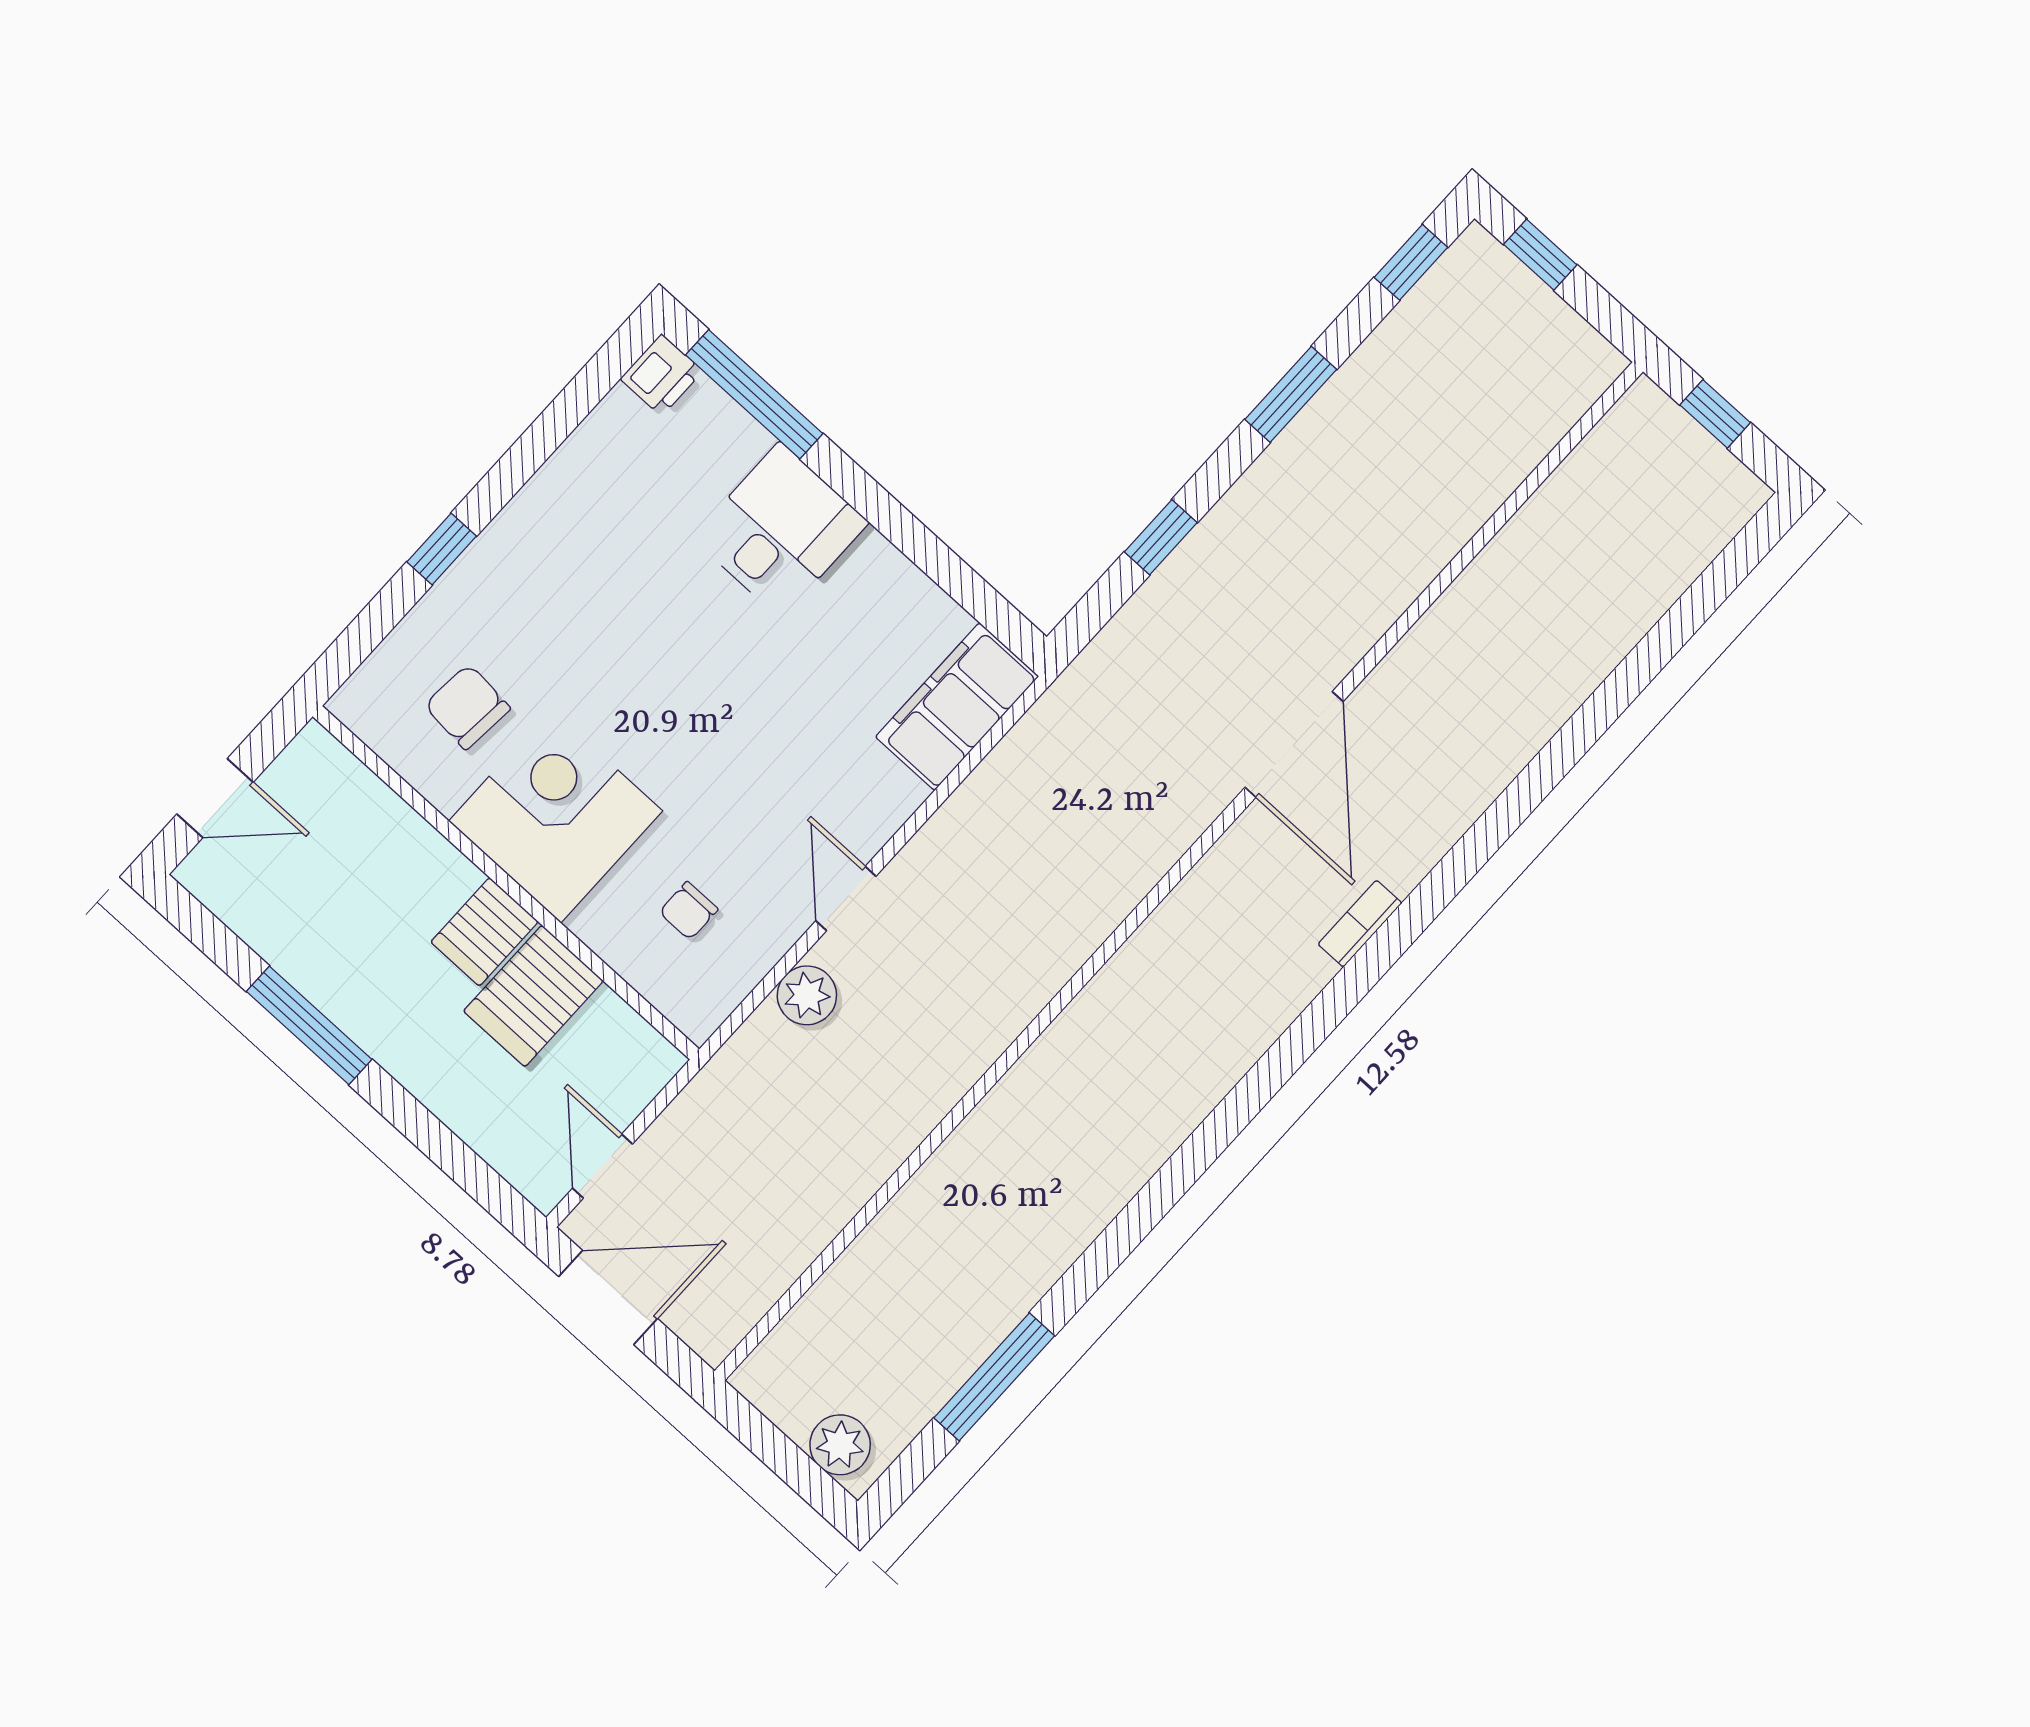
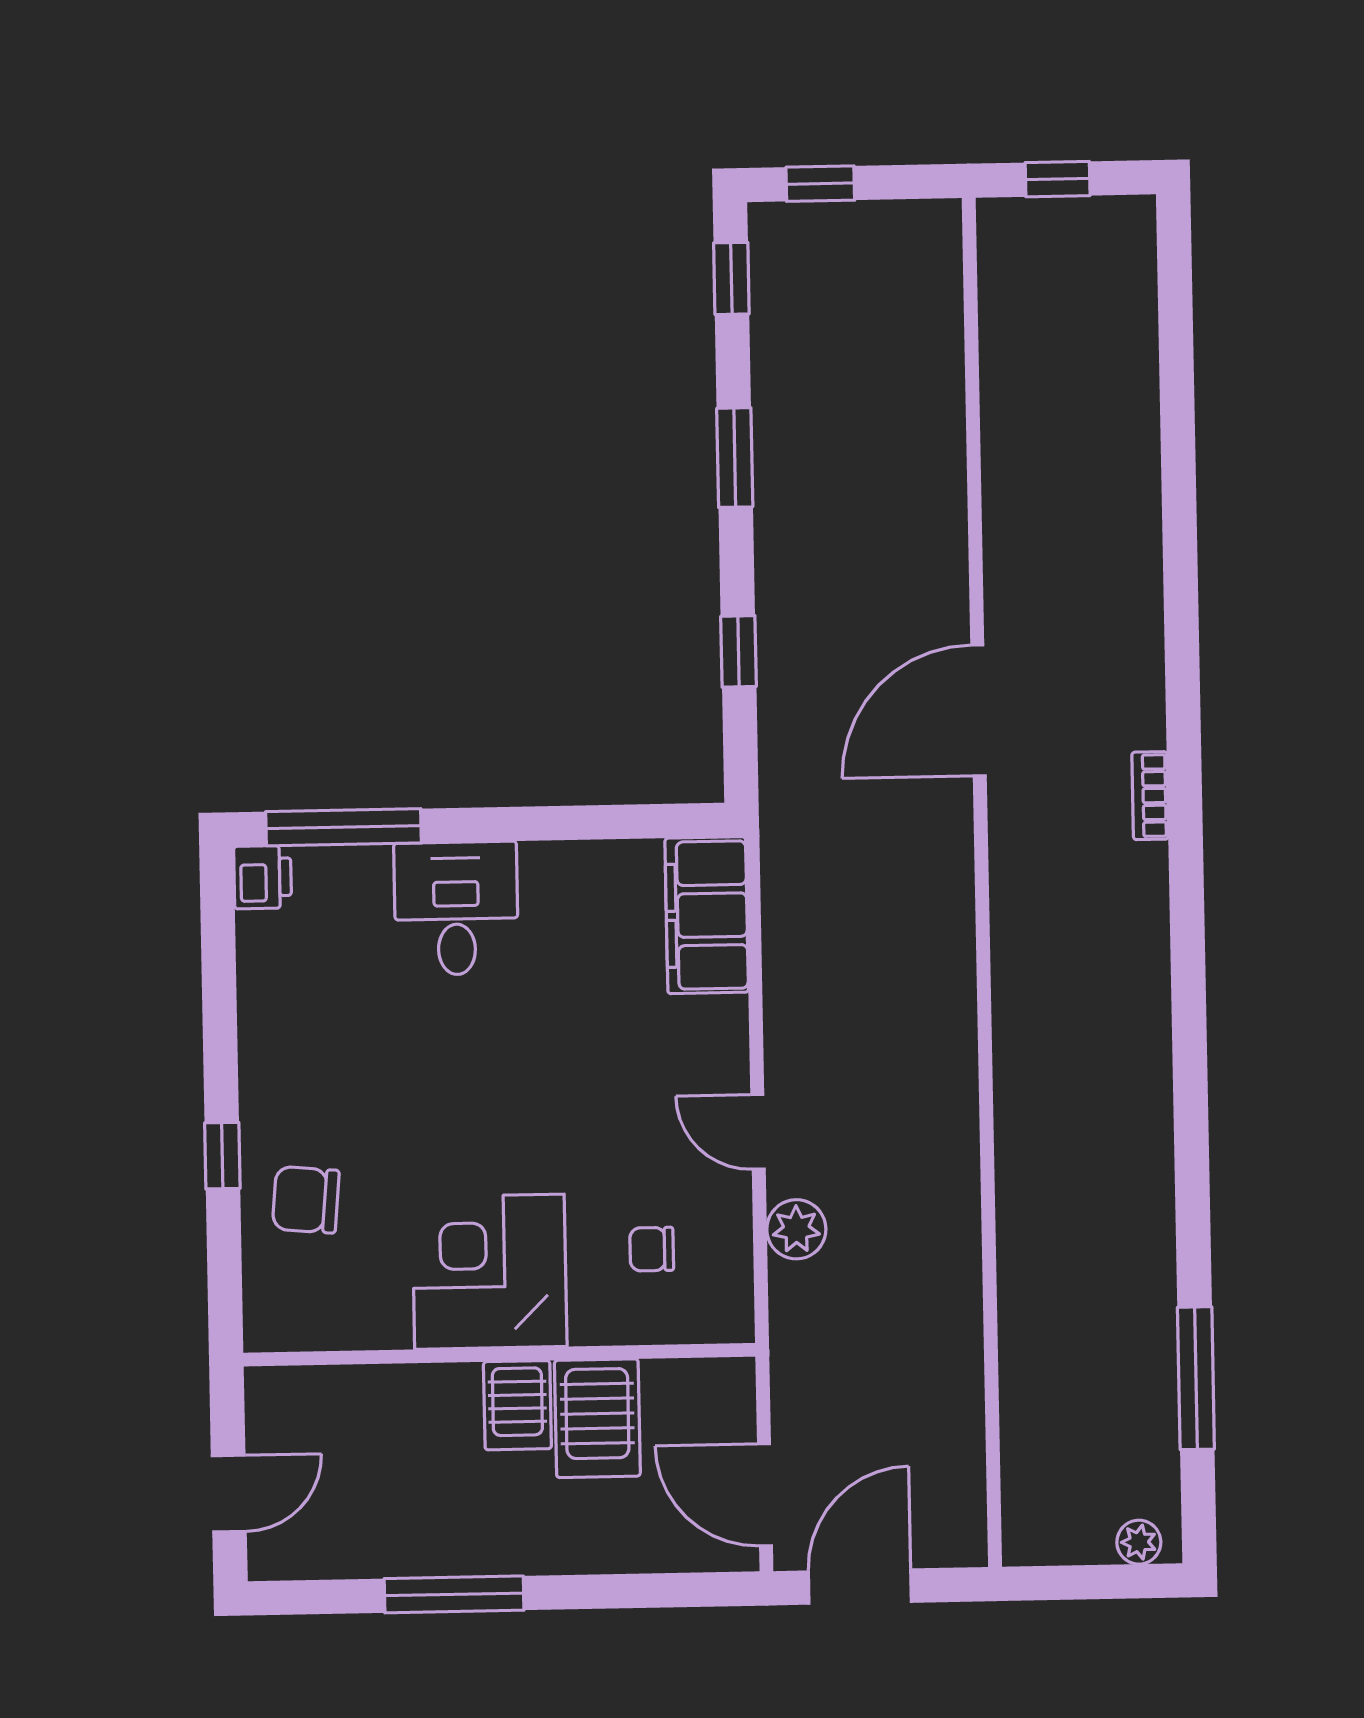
chair: (467, 707) -> (306, 1200), moved
door: (1294, 744) -> (979, 710), swing flipped
chair: (689, 911) -> (652, 1249), turned 90
door: (602, 1166) -> (765, 1495), width x1.38
plant: (840, 1445) -> (1139, 1542), width x0.73, depth x0.73

